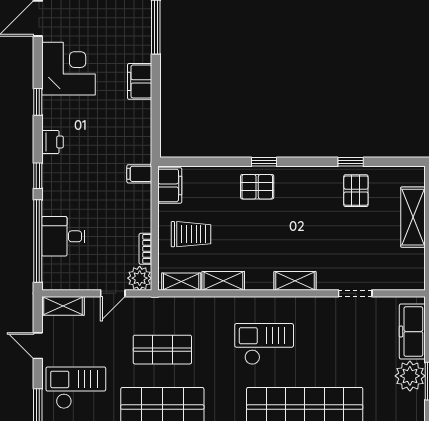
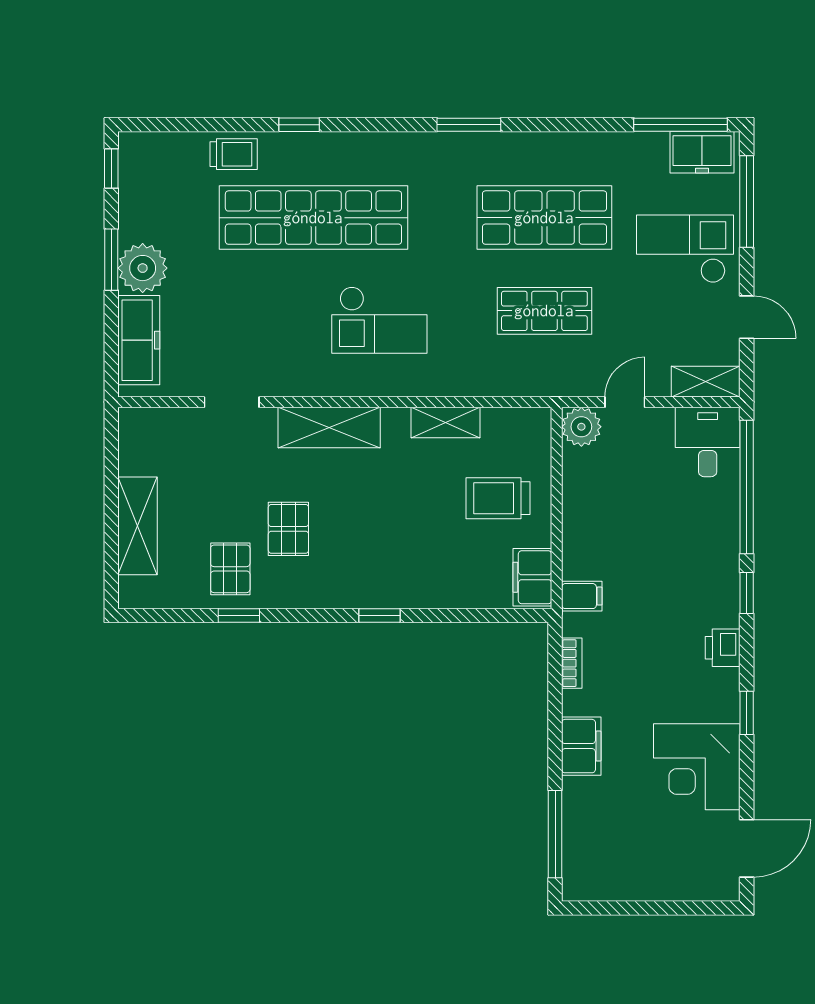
pallet: (257, 187) -> (288, 529), moved, turned 90
desk: (63, 236) -> (708, 442), moved, turned -90
bookcase: (145, 249) -> (572, 663), moved
shelving: (295, 281) -> (329, 428), width x1.50, depth x1.33
shelving: (181, 282) -> (514, 421), removed
checkout: (76, 388) -> (685, 249), turned 180

